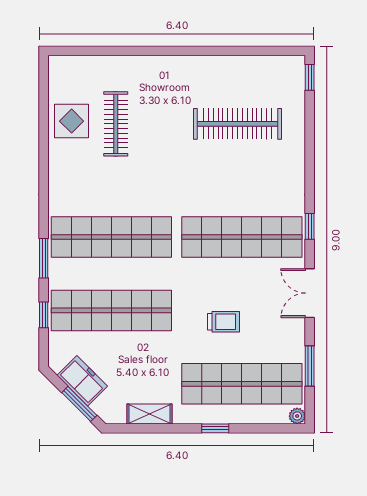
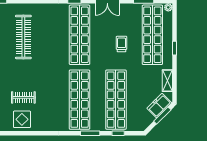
clothes rail: (116, 124) -> (23, 97), width x0.73
freezer: (82, 381) -> (159, 106), moved

